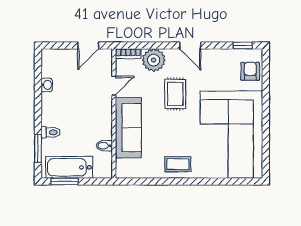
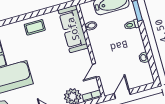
rug: (175, 94) -> (51, 77), removed
sofa: (128, 128) -> (73, 29), moved

